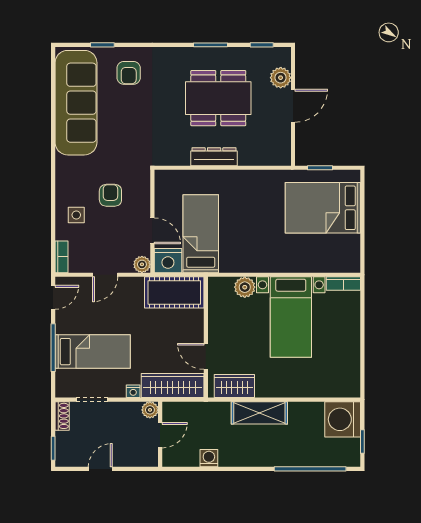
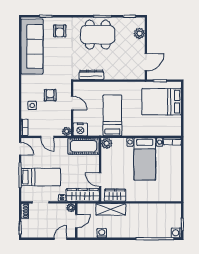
dining table: (218, 98) -> (98, 35), moved
door: (293, 106) -> (146, 62), moved
dresser: (214, 157) -> (91, 75), moved
door: (152, 231) -> (72, 103), moved
bed: (201, 234) -> (112, 115), moved
door: (105, 275) -> (47, 137), hinge flipped
plant: (245, 287) -> (107, 143), moved
door: (53, 297) -> (20, 149), hinge flipped
shelving: (259, 413) -> (111, 209), moved
washing machine: (343, 419) -> (176, 233), moved, width x0.53, depth x0.53
door: (100, 469) -> (60, 239), moved

